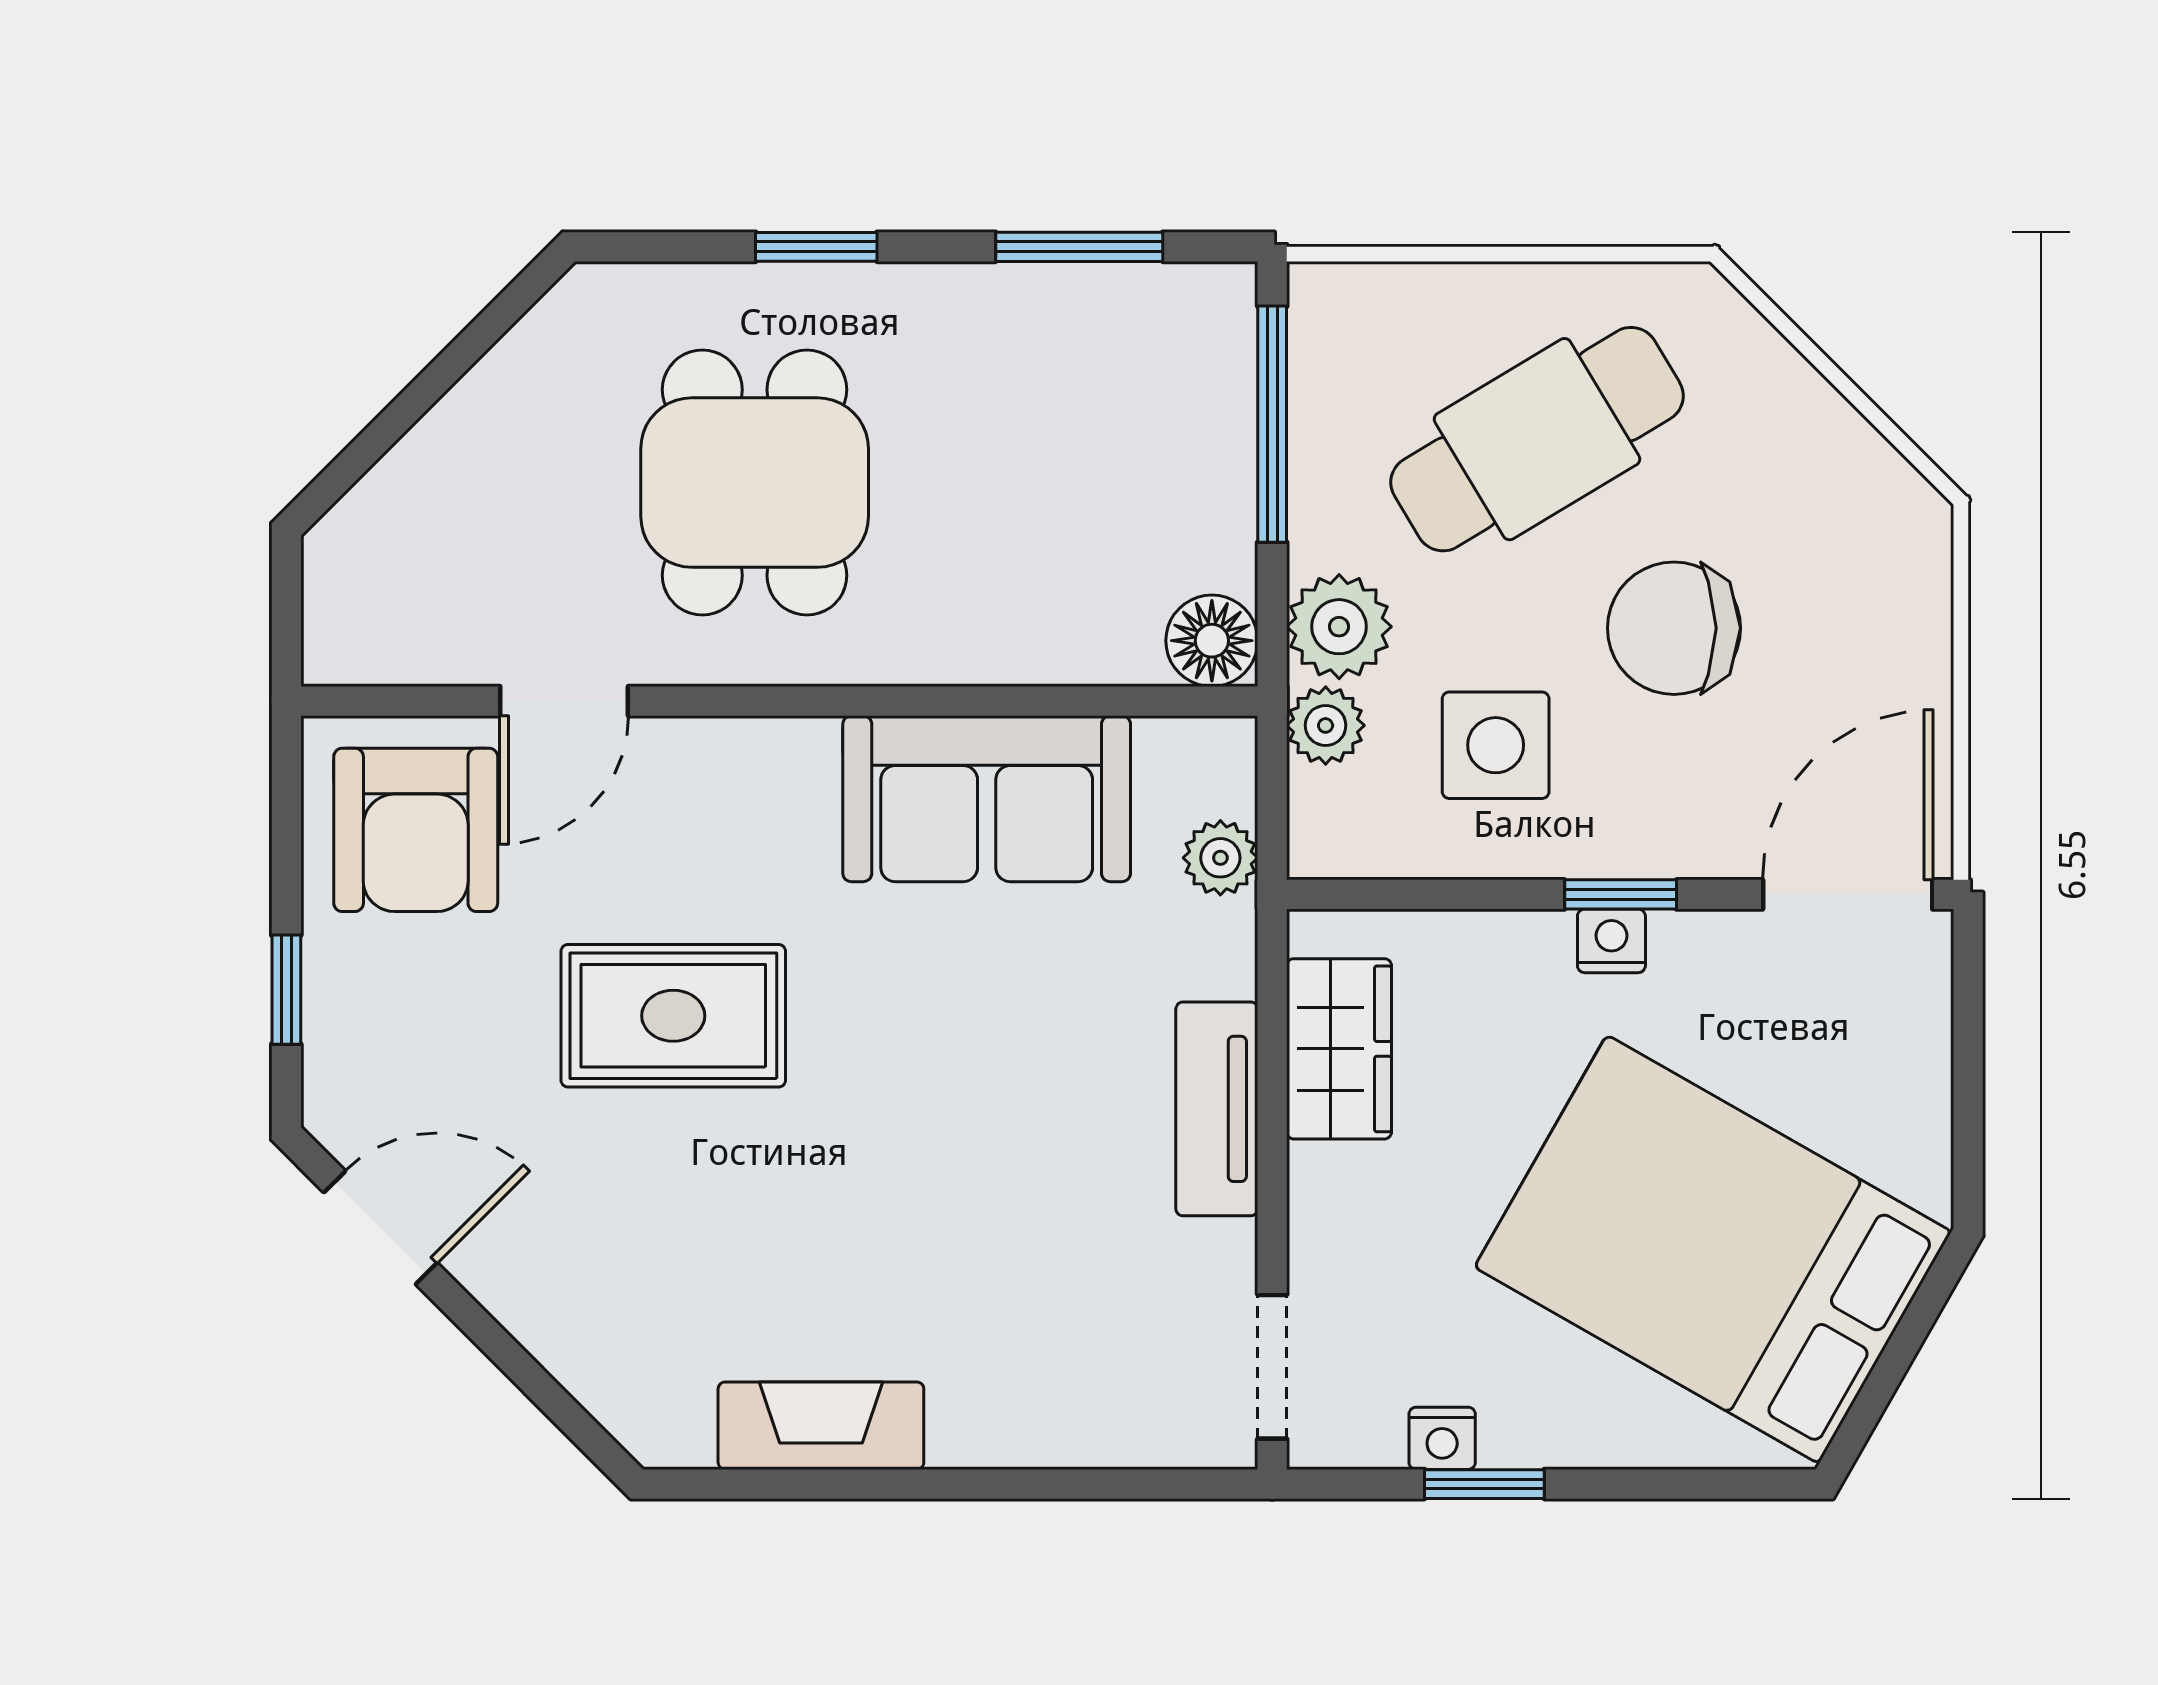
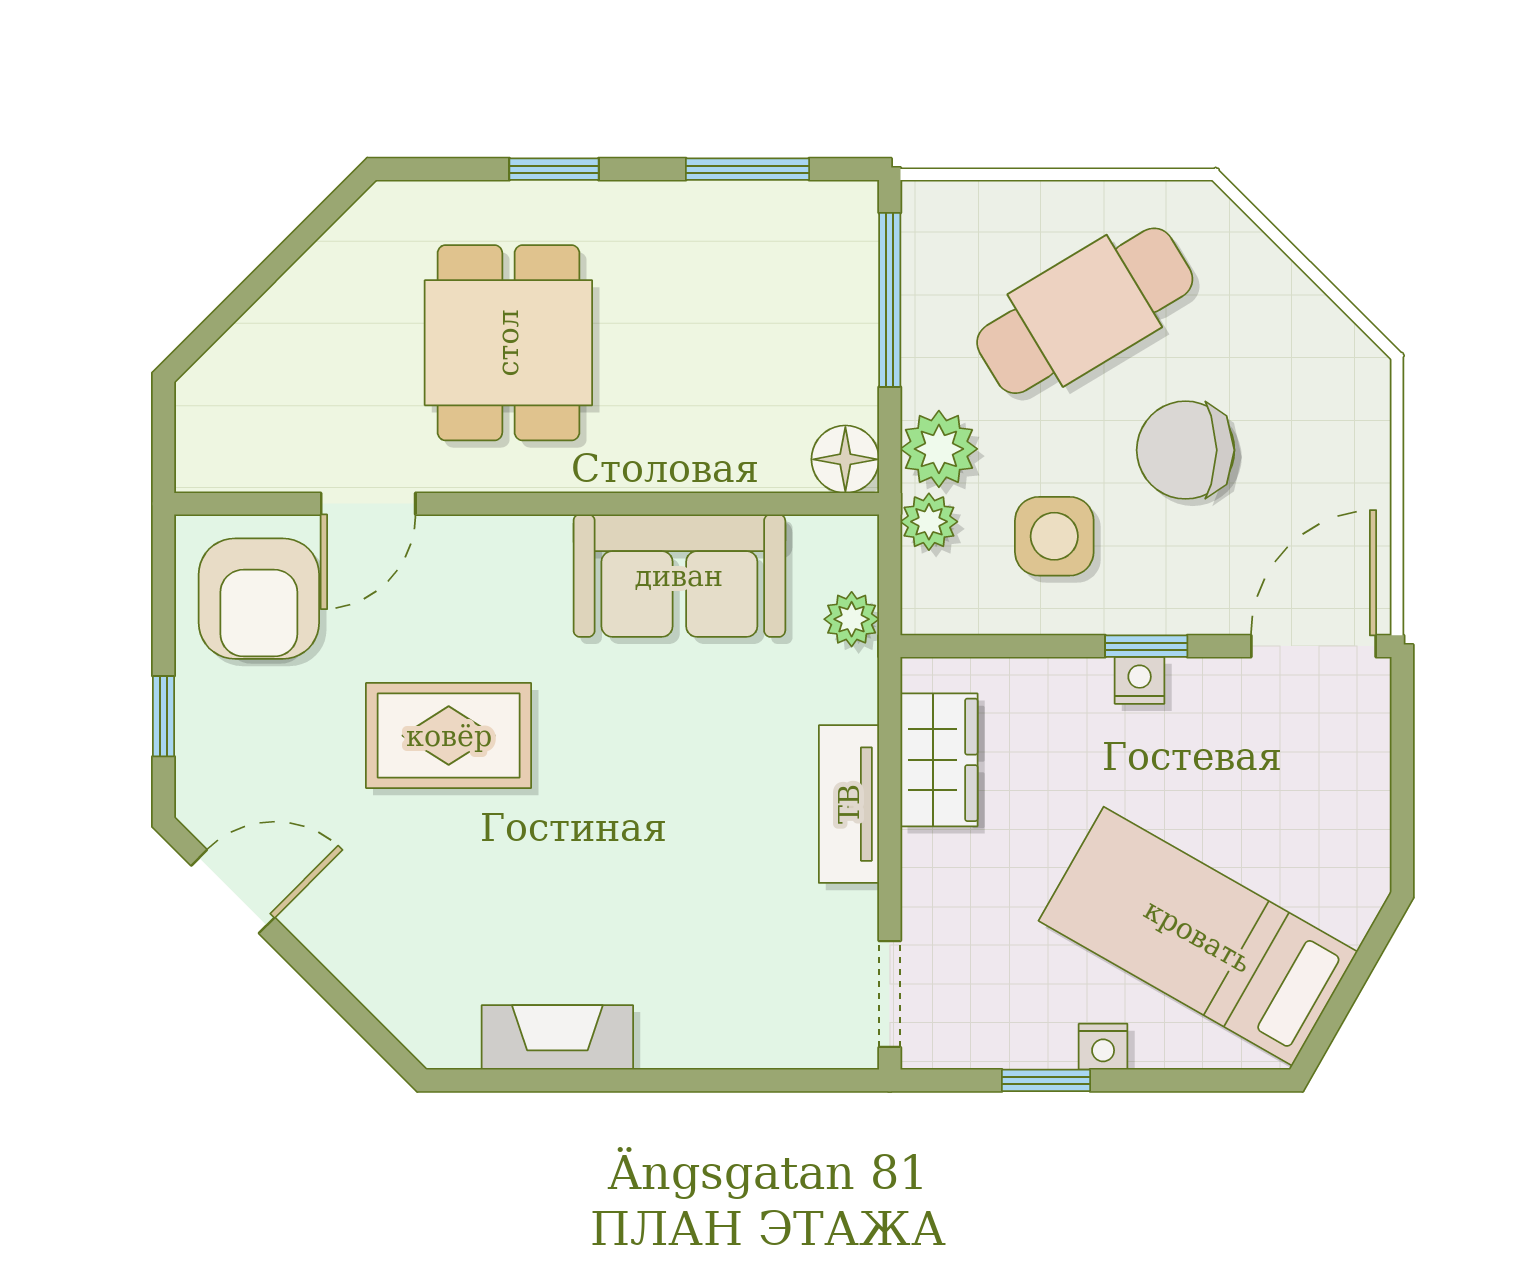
bed: (1713, 1249) -> (1198, 936), width x0.67
nightstand: (1442, 1438) -> (1103, 1047), moved

